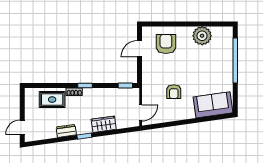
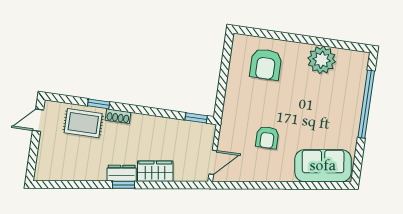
armchair: (166, 44) -> (266, 64), turned 180
door: (139, 49) -> (225, 66), removed
window: (85, 86) -> (99, 104), moved
door: (22, 127) -> (38, 120), moved
dresser: (66, 131) -> (122, 173), moved

